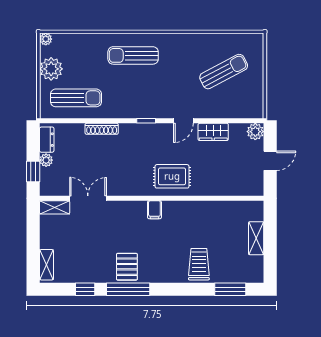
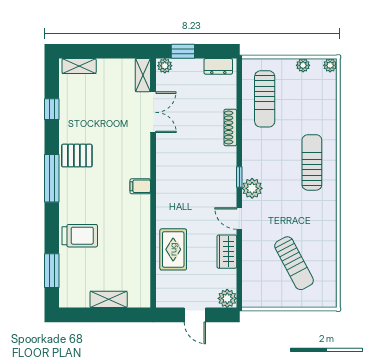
plant: (51, 69) -> (303, 65), width x0.53, depth x0.53
plant: (156, 109) -> (252, 188), added
plant: (46, 160) -> (165, 66), moved
rug: (172, 176) -> (173, 249), moved
window: (128, 289) -> (52, 178), moved

